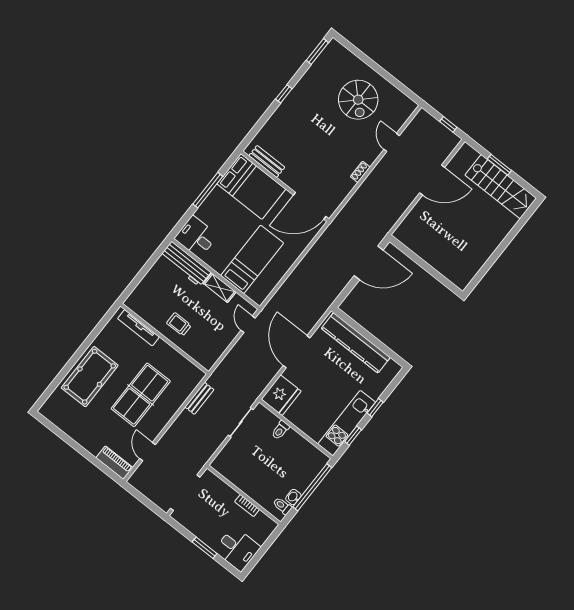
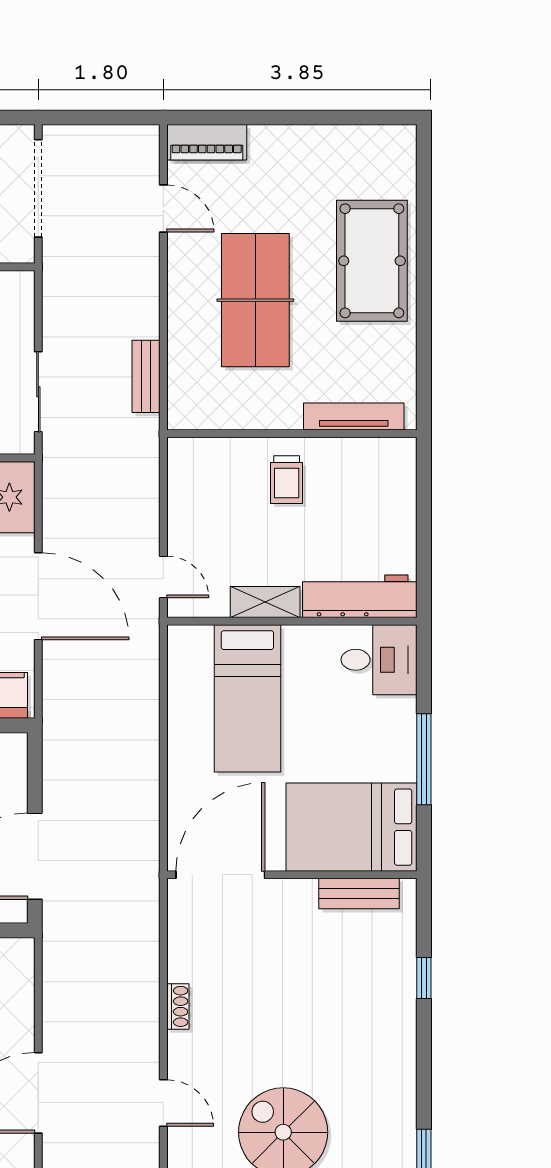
window: (284, 94) -> (424, 978), moved
trolley: (179, 324) -> (287, 480), turned 90

